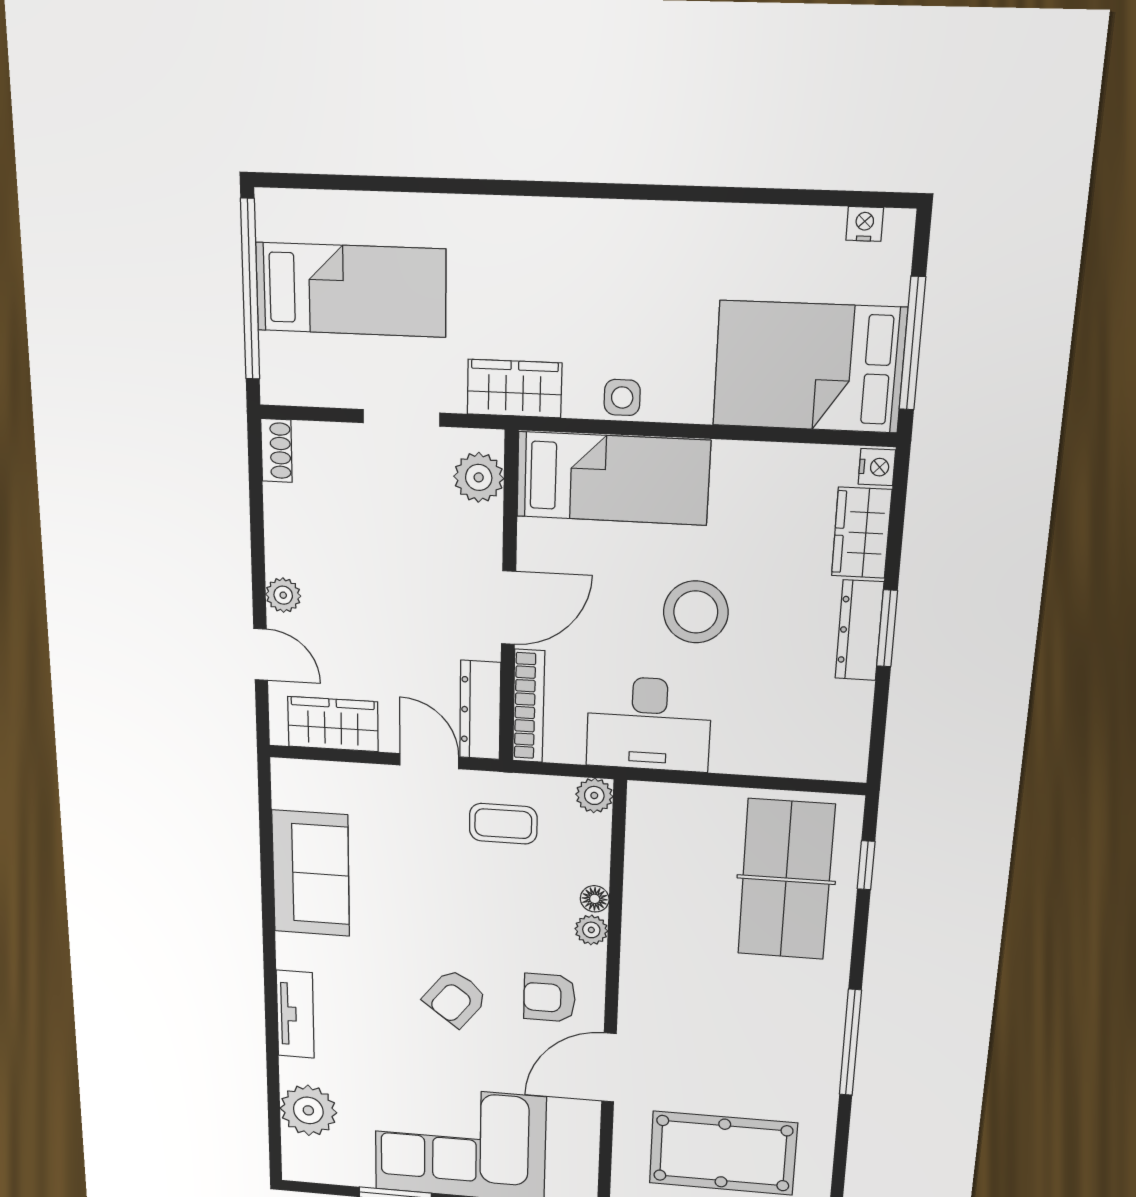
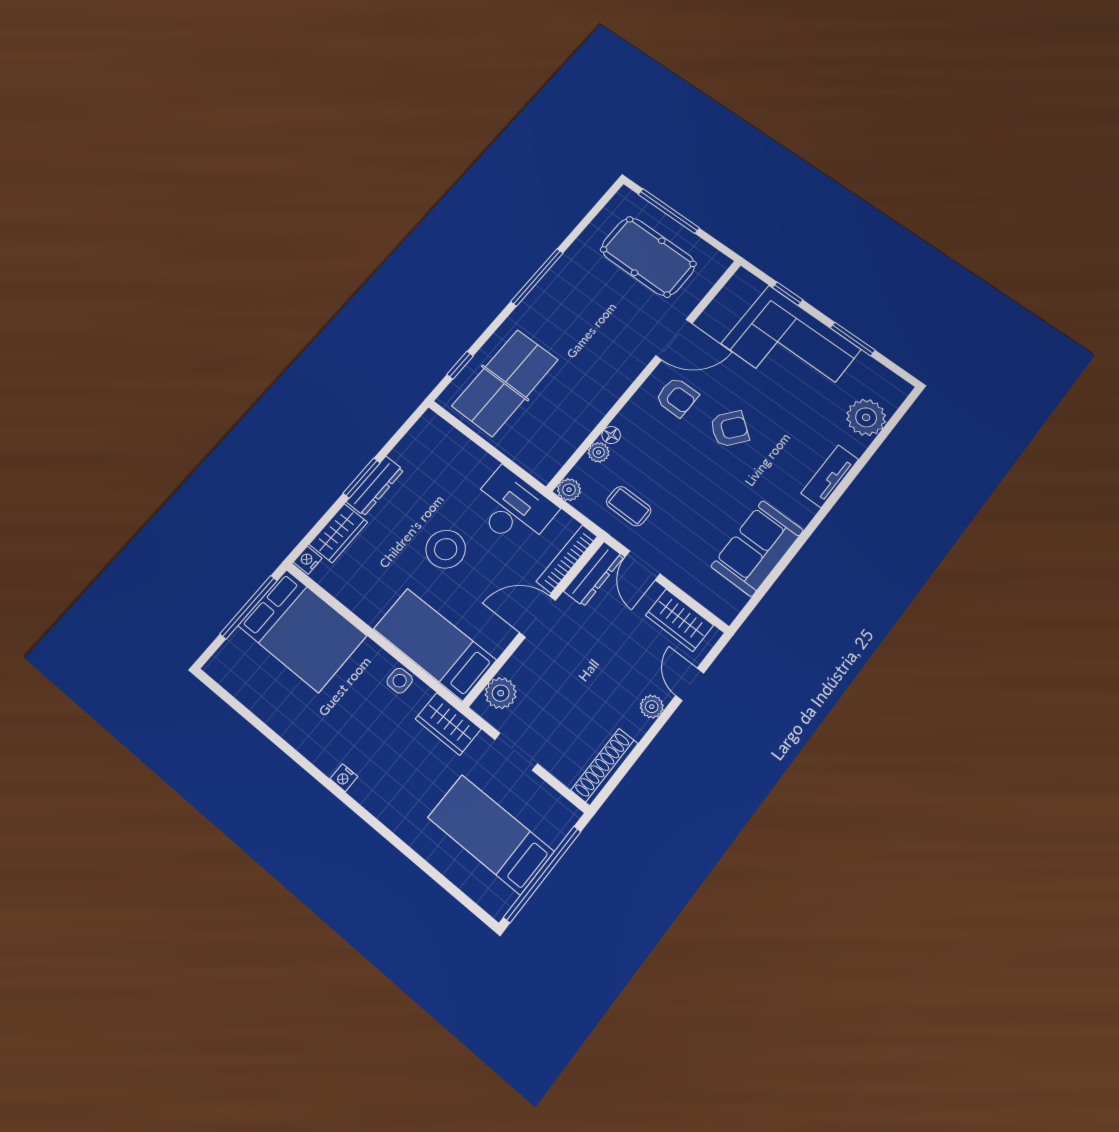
nightstand: (865, 224) -> (344, 778), moved
shoe rack: (276, 451) -> (605, 767), width x1.94, depth x1.24
plant: (591, 930) -> (599, 452), moved

